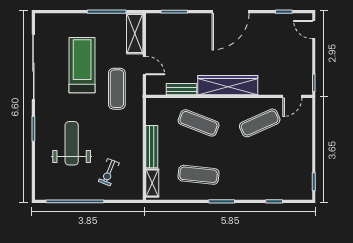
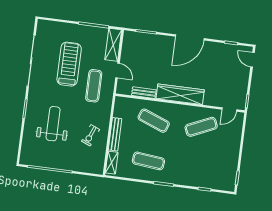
exercise bike: (109, 172) -> (90, 135), moved

